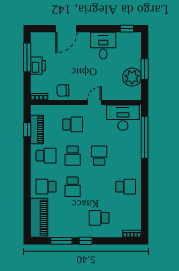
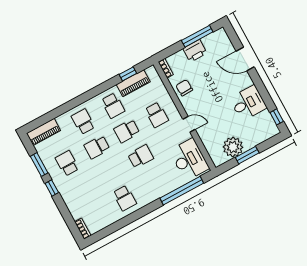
piano: (39, 218) -> (44, 132), width x0.73, depth x0.75
school desk: (99, 218) -> (67, 163), moved

